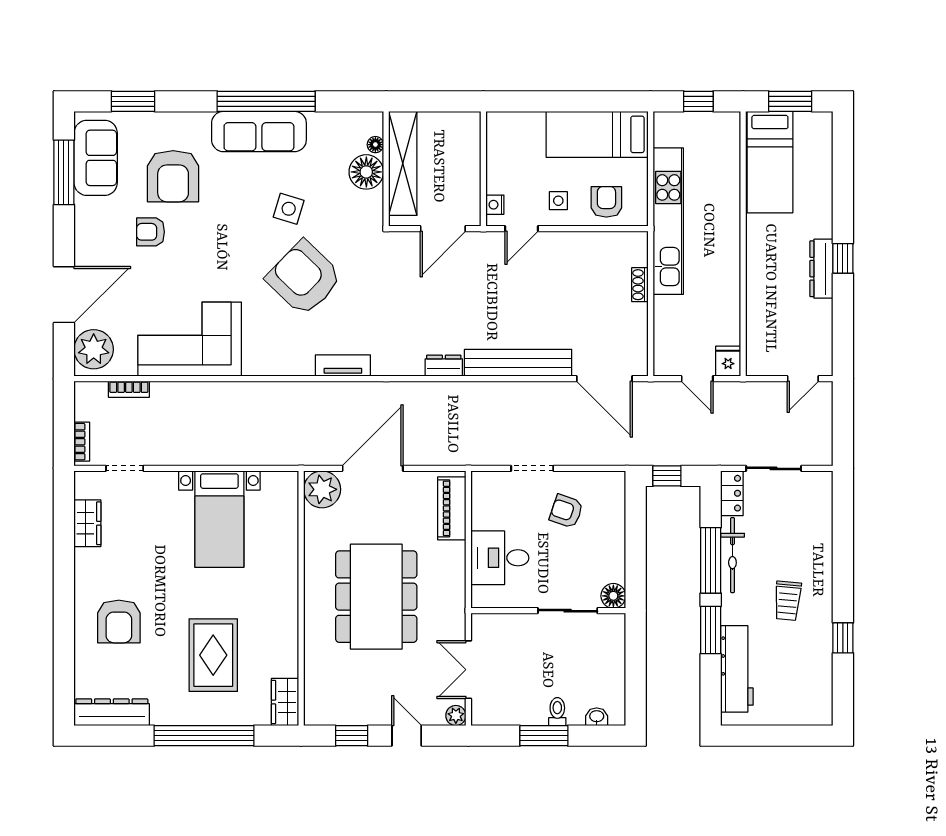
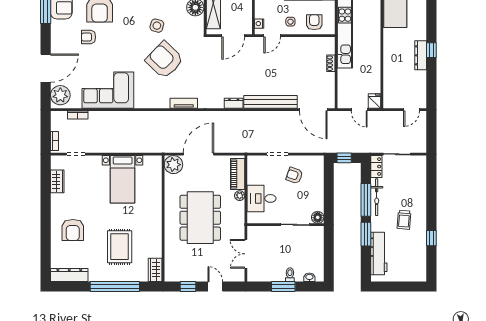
plant: (456, 715) -> (240, 196), moved

